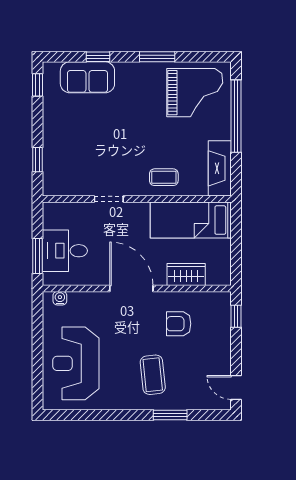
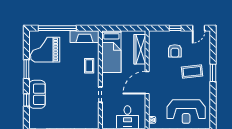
sofa: (87, 77) -> (37, 94), moved
grand piano: (195, 93) -> (45, 50), turned -90
wardrobe: (186, 275) -> (140, 49), width x1.50
window: (236, 316) -> (175, 28), moved
armchair: (179, 324) -> (175, 51), moved
window: (170, 415) -> (213, 73), moved

